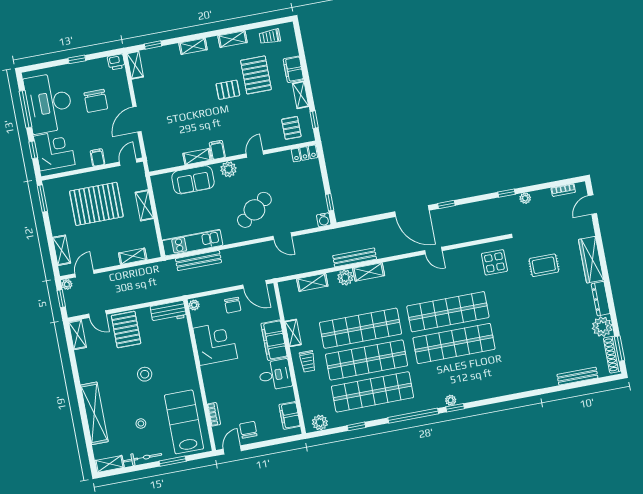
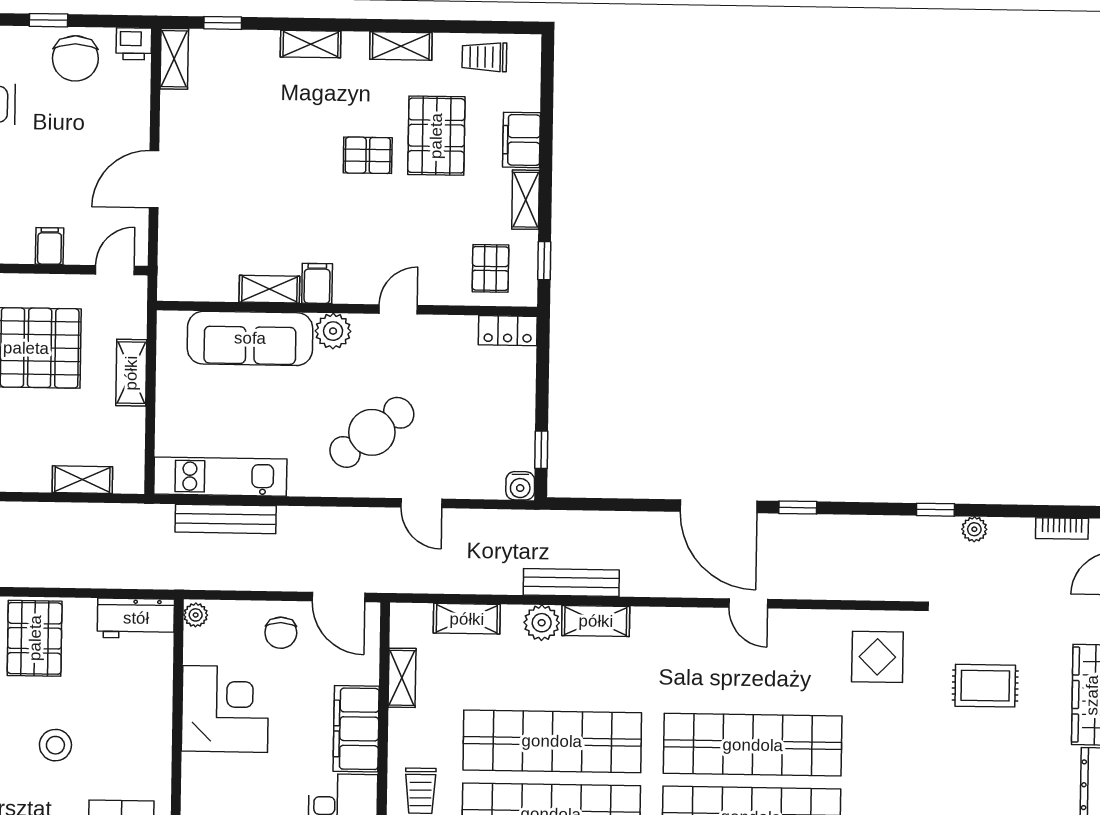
chair: (96, 101) -> (75, 58), moved
sofa: (193, 180) -> (250, 338), width x1.36
shelving: (293, 333) -> (402, 678), moved

